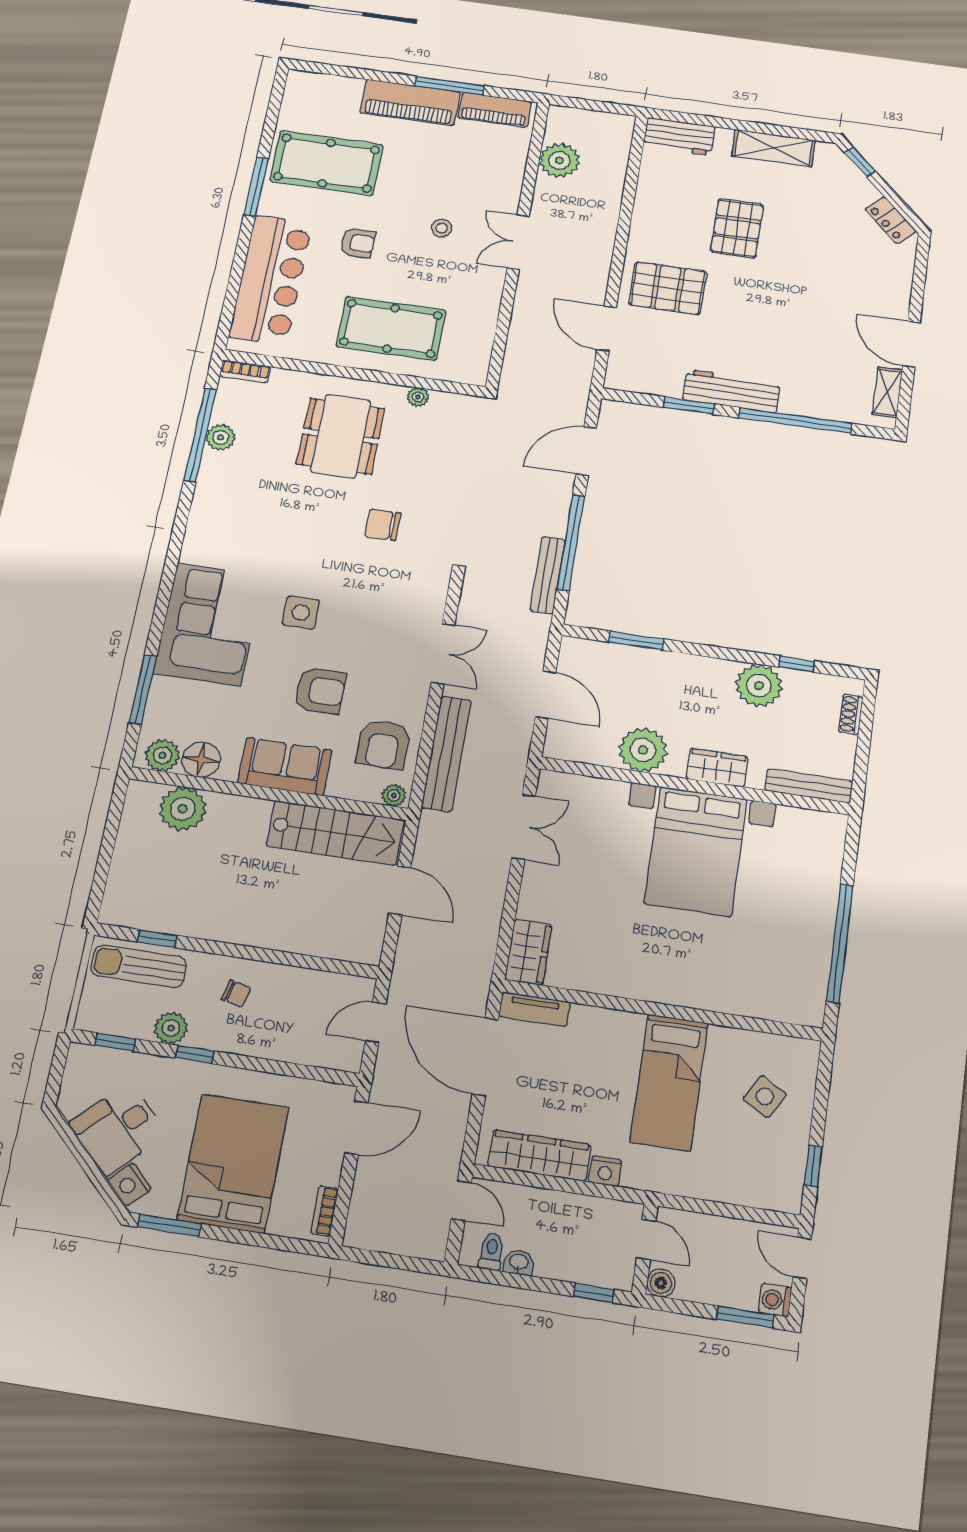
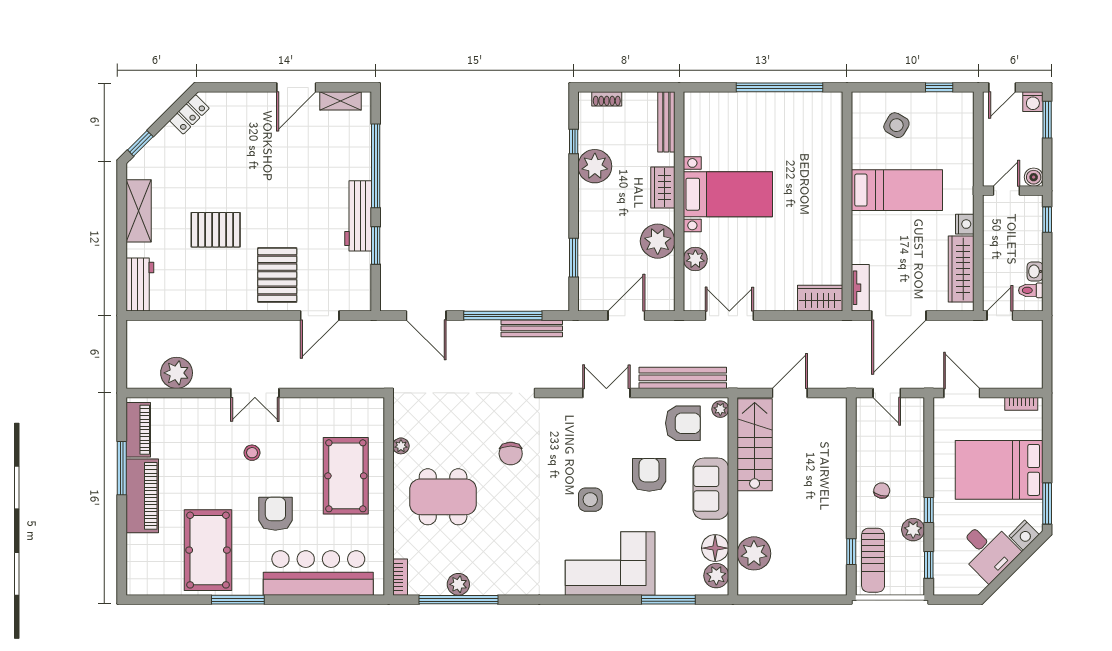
armchair: (358, 243) -> (275, 514), width x1.38, depth x1.38
plant: (610, 795) -> (695, 259), added
bed with nightstands: (696, 851) -> (728, 194), width x0.73

